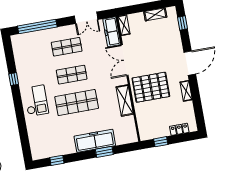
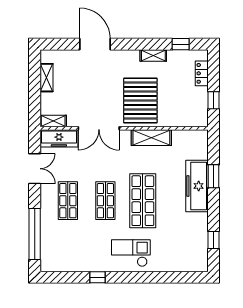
window: (183, 23) -> (181, 44), moved
door: (190, 63) -> (95, 44), moved

